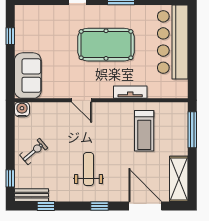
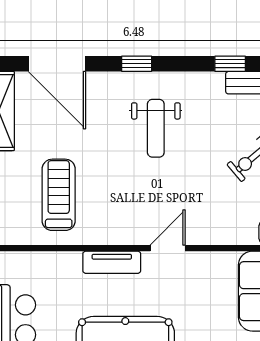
tv unit: (130, 92) -> (112, 262), moved
door: (82, 100) -> (168, 248), hinge flipped

